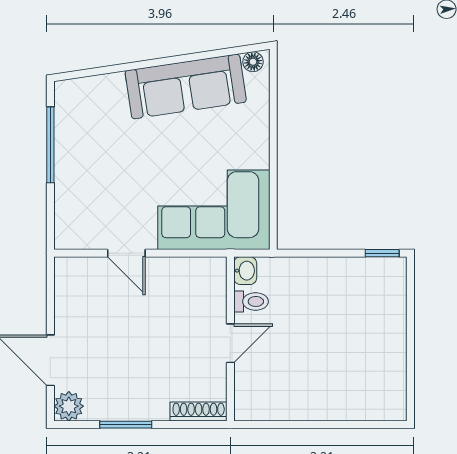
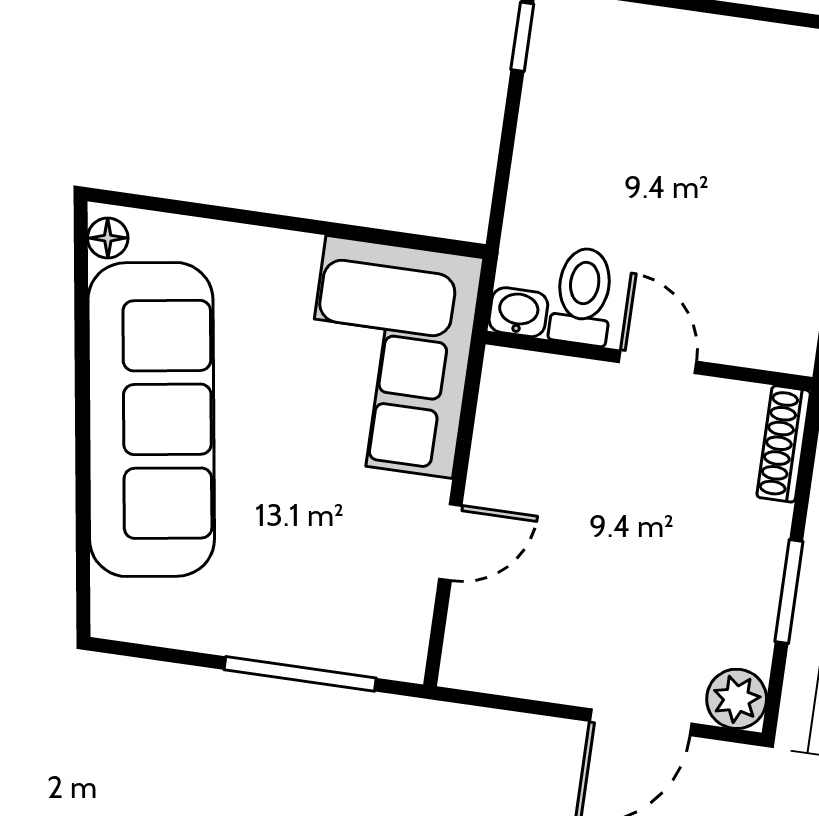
sofa: (186, 86) -> (151, 420), width x1.36, depth x1.27
window: (50, 145) -> (300, 674), moved
toilet: (251, 301) -> (583, 296), width x1.37, depth x1.39

